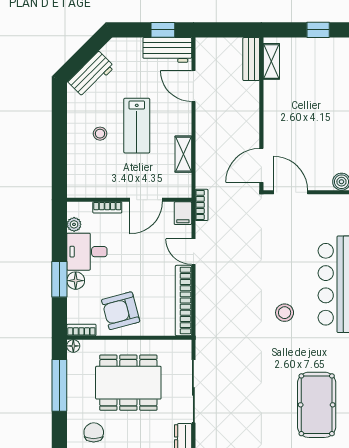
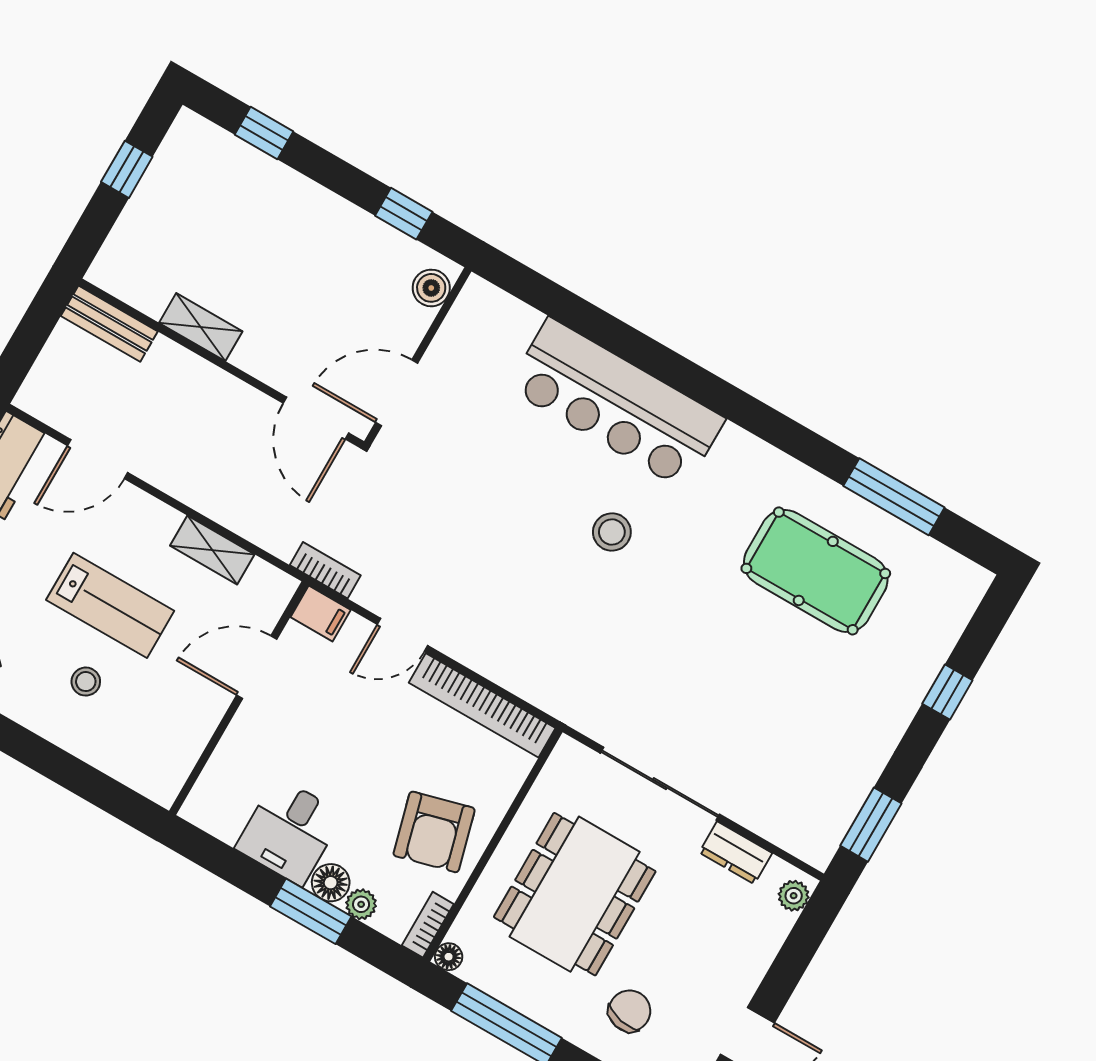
shelving: (271, 61) -> (201, 327), moved
door: (146, 200) -> (257, 667), swing flipped
bookcase: (107, 207) -> (230, 747), removed
plant: (74, 224) -> (361, 904), moved
chair: (94, 432) -> (630, 1011), turned 102

